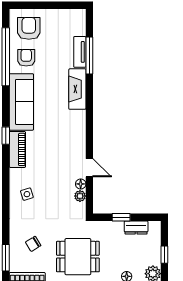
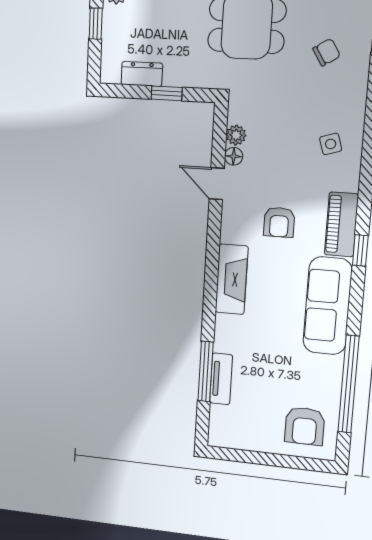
armchair: (26, 58) -> (279, 222), moved
fireplace: (77, 89) -> (232, 279), moved

